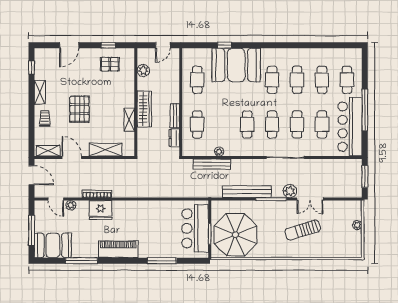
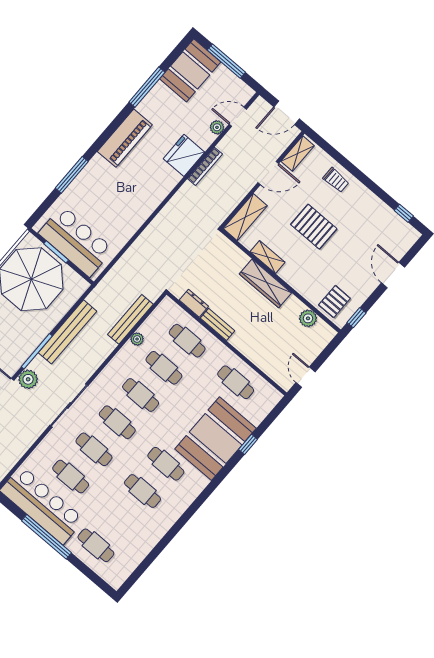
plant: (143, 71) -> (308, 318), moved
cafe table: (322, 80) -> (164, 368), moved
shelving: (40, 92) -> (369, 199), removed
wall: (136, 102) -> (281, 281), moved
wardrobe: (144, 109) -> (265, 283), moved
shelving: (129, 120) -> (268, 257), moved

